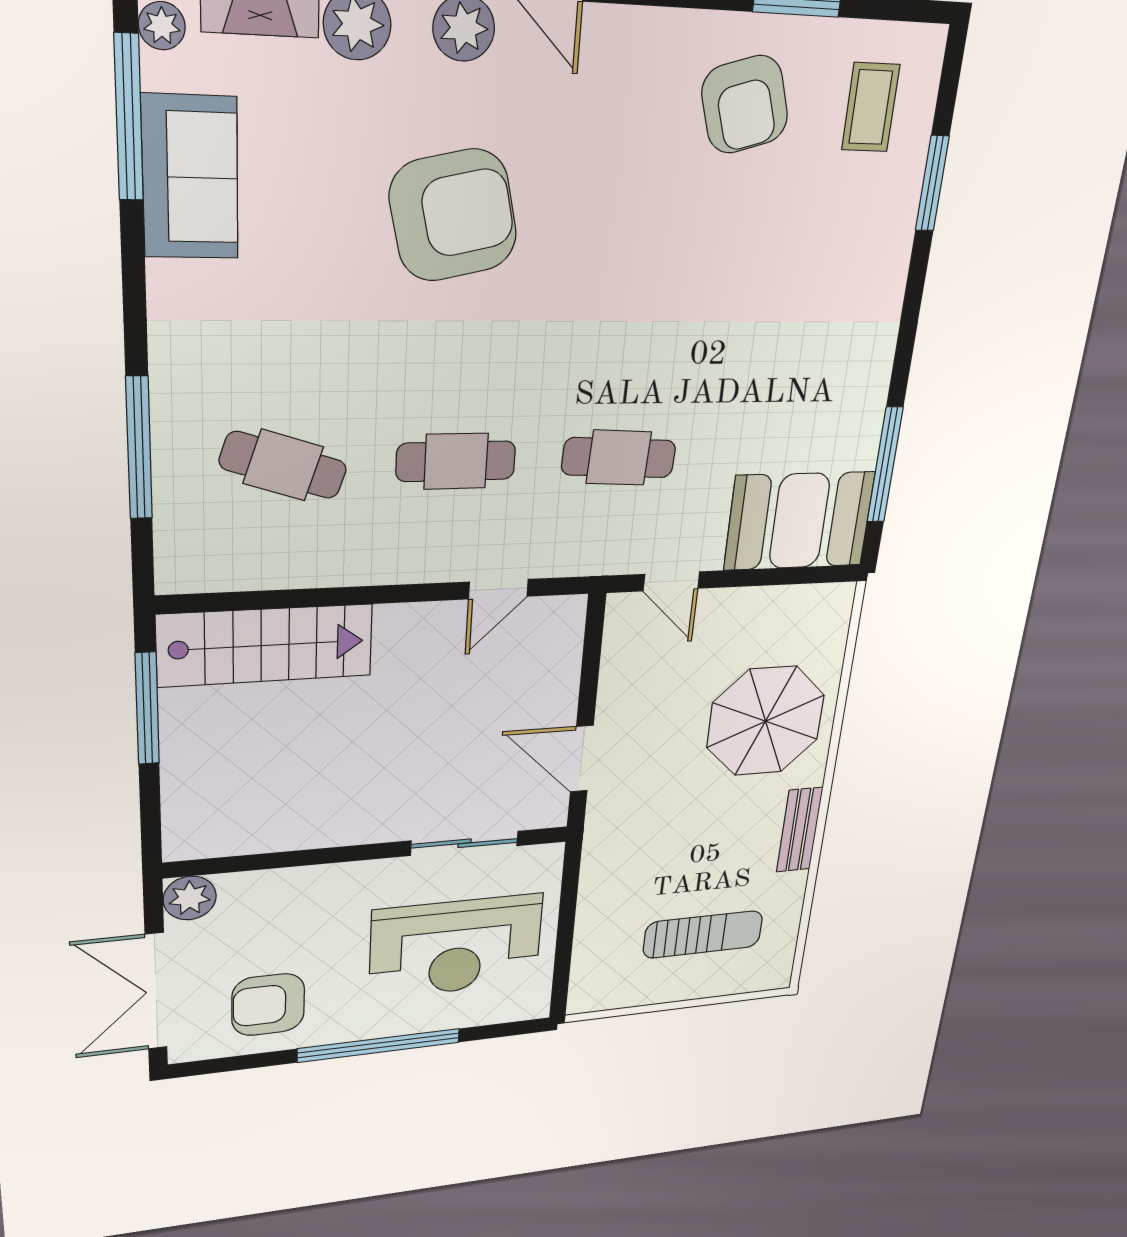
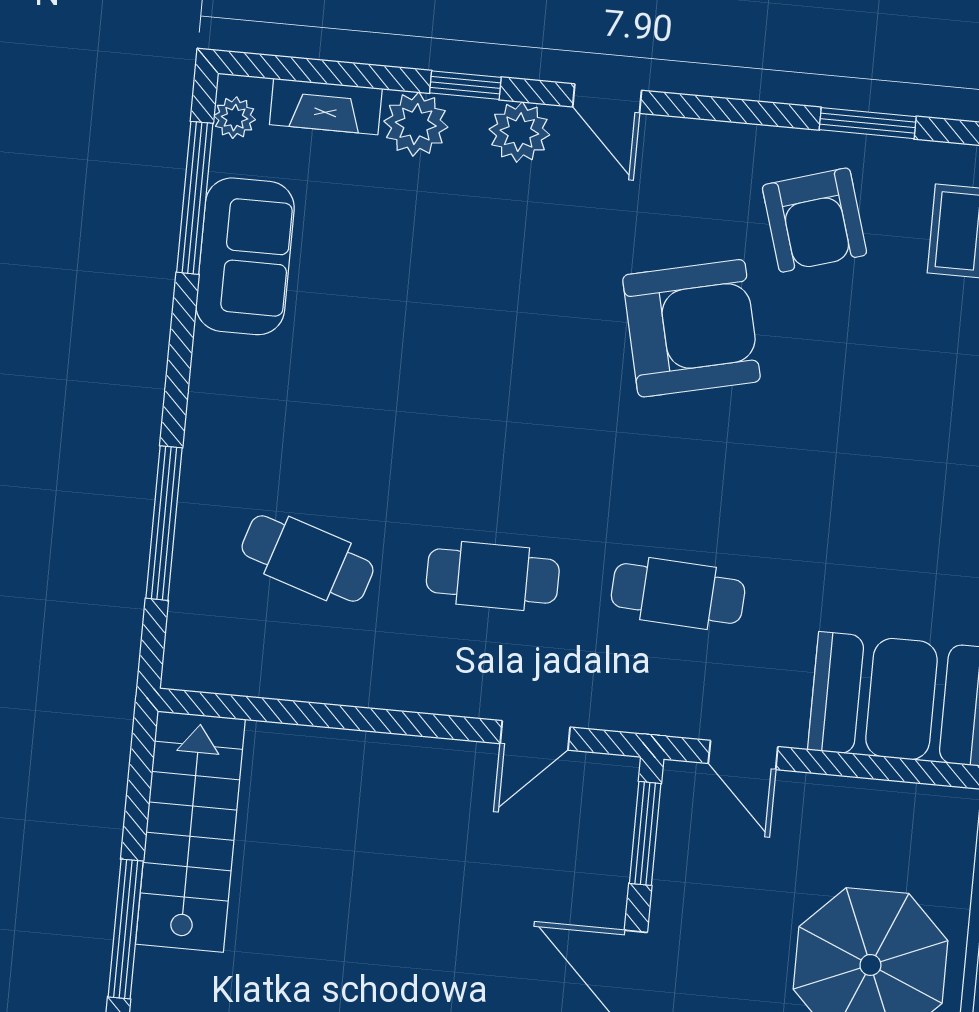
armchair: (453, 215) -> (691, 328), moved
stairs: (265, 645) -> (190, 832), moved, turned -90
window: (592, 653) -> (645, 833), added
window: (147, 709) -> (126, 929), moved

